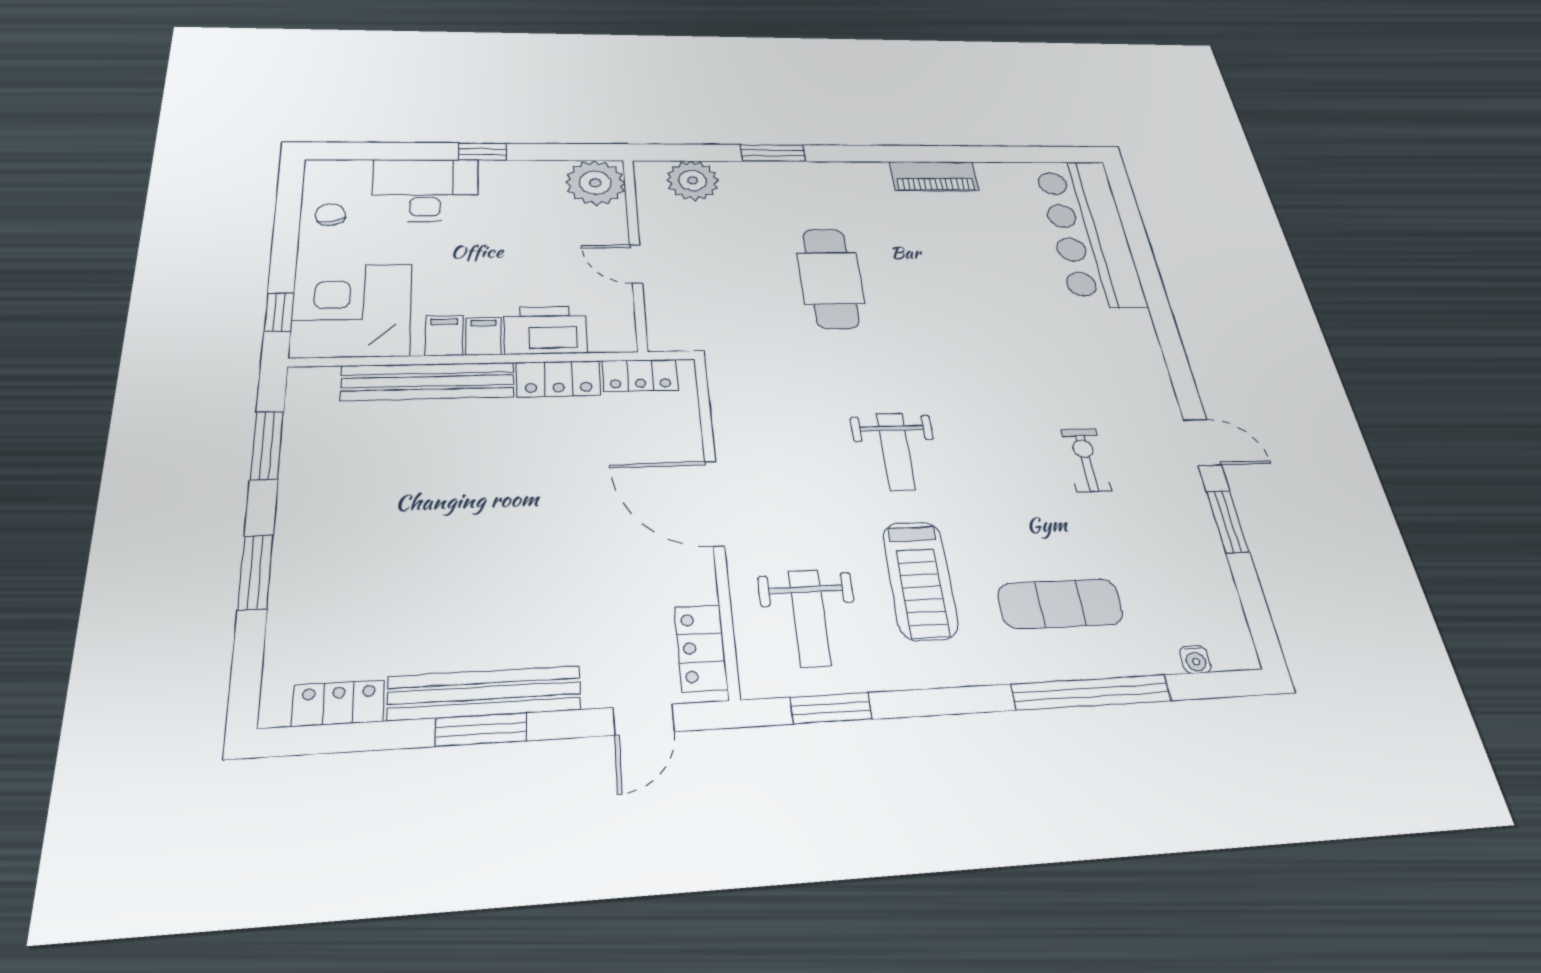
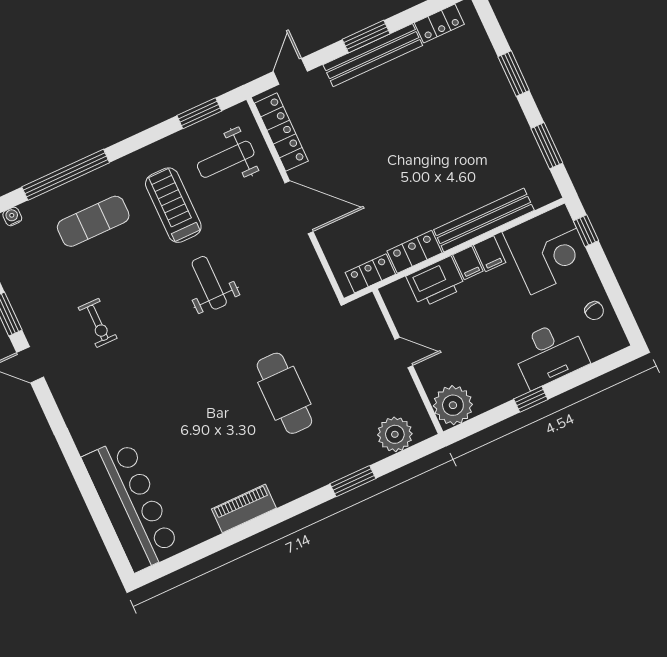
weight bench: (810, 618) -> (226, 159), turned -90
locker: (701, 648) -> (281, 132), width x1.53

